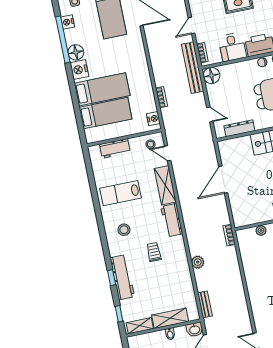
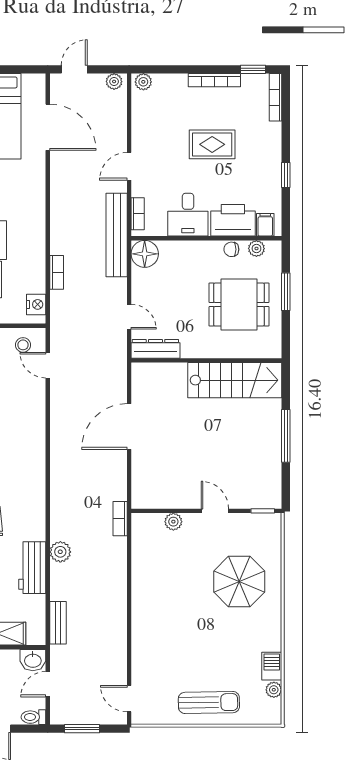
dresser: (239, 128) -> (155, 349), moved
shelving: (165, 185) -> (33, 417), removed
workbench: (172, 220) -> (32, 568), moved

